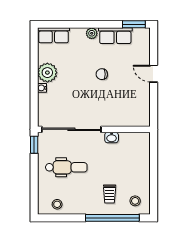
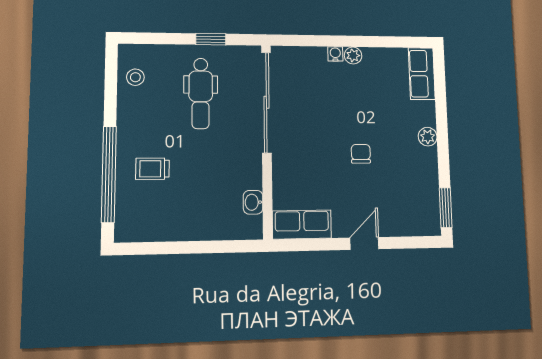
row of seats: (115, 36) -> (302, 224), moved, turned 90
plant: (47, 73) -> (353, 55), width x0.53, depth x0.53
washbasin: (112, 138) -> (253, 202), moved
window: (34, 145) -> (211, 39), moved
stool: (135, 201) -> (139, 215), removed

